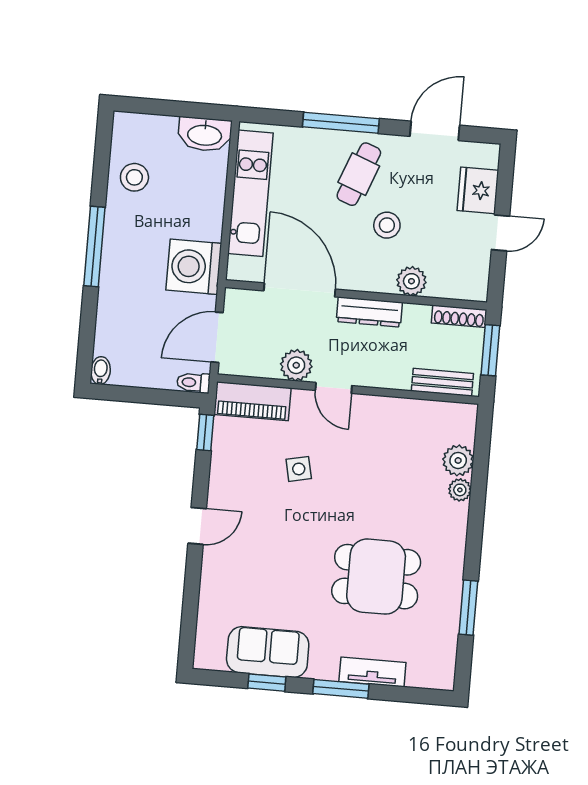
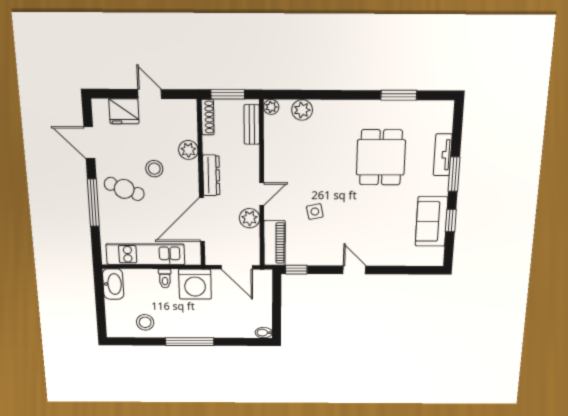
toilet: (193, 383) -> (165, 278), moved
plant: (460, 490) -> (271, 107), moved

